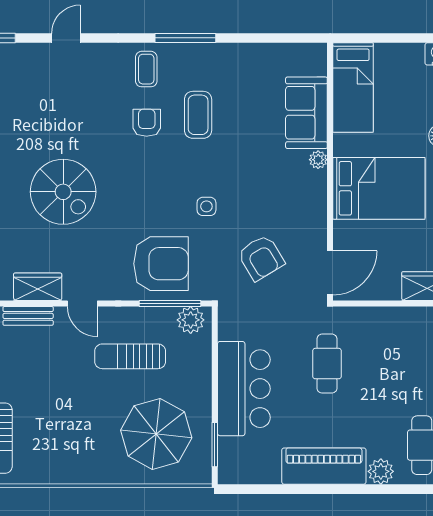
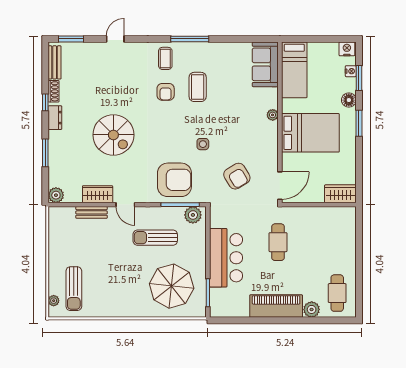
sofa: (306, 113) -> (265, 64), moved
armchair: (147, 123) -> (166, 92), turned 180

